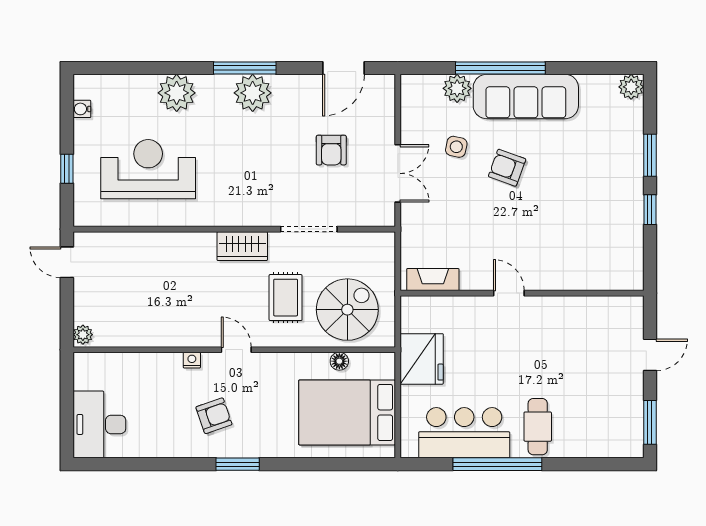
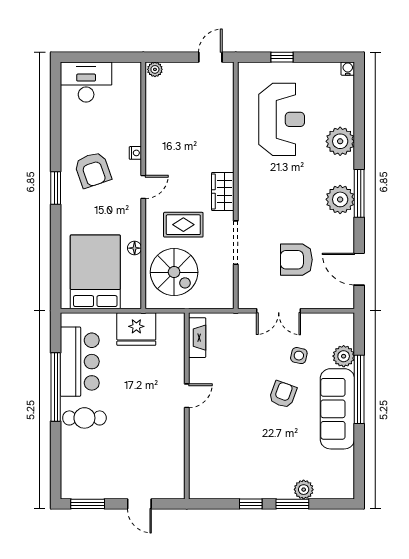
plant: (631, 87) -> (304, 490), moved
water cooler: (82, 109) -> (348, 69), moved
armchair: (331, 150) -> (296, 260), width x1.38, depth x1.38
floor lamp: (339, 361) -> (135, 248), moved
armchair: (214, 416) -> (93, 170), width x1.38, depth x1.38

